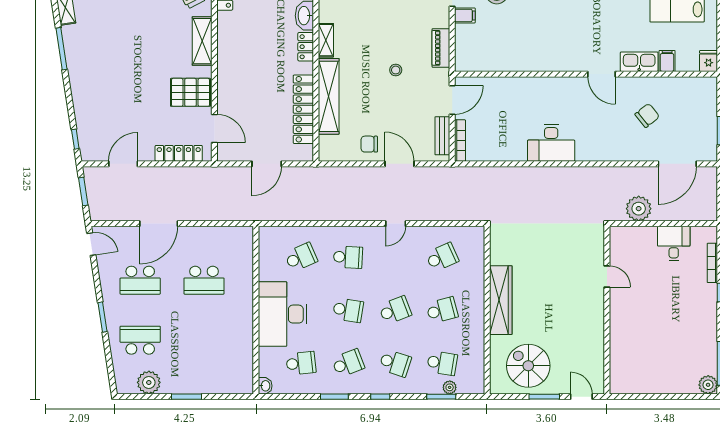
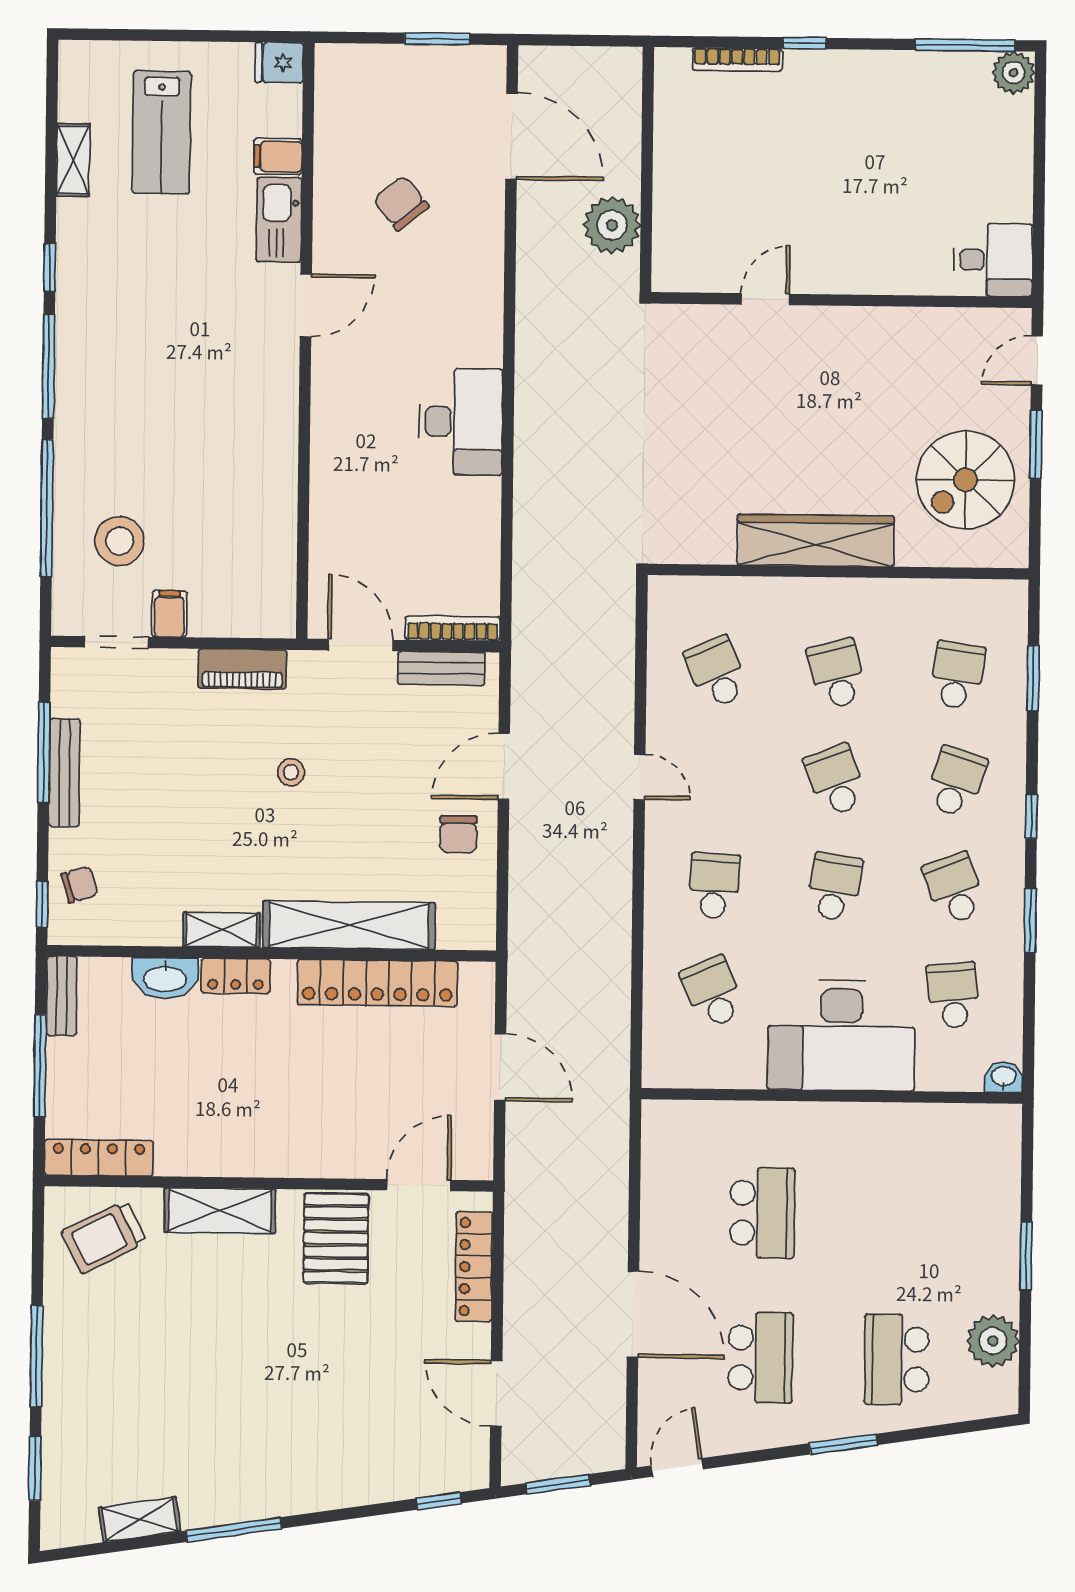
desk: (674, 243) -> (993, 260), moved, turned 180
plant: (450, 387) -> (1012, 659), removed

